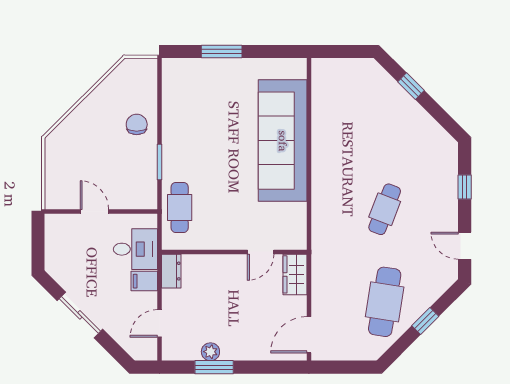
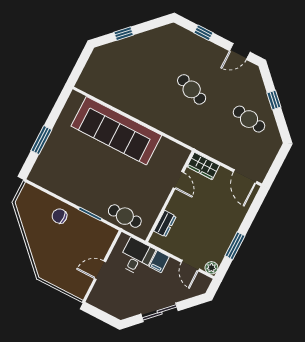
dresser: (171, 271) -> (165, 224), moved, turned 90
cafe table: (385, 302) -> (249, 119), width x0.73, depth x0.74
plant: (210, 352) -> (211, 268), moved

